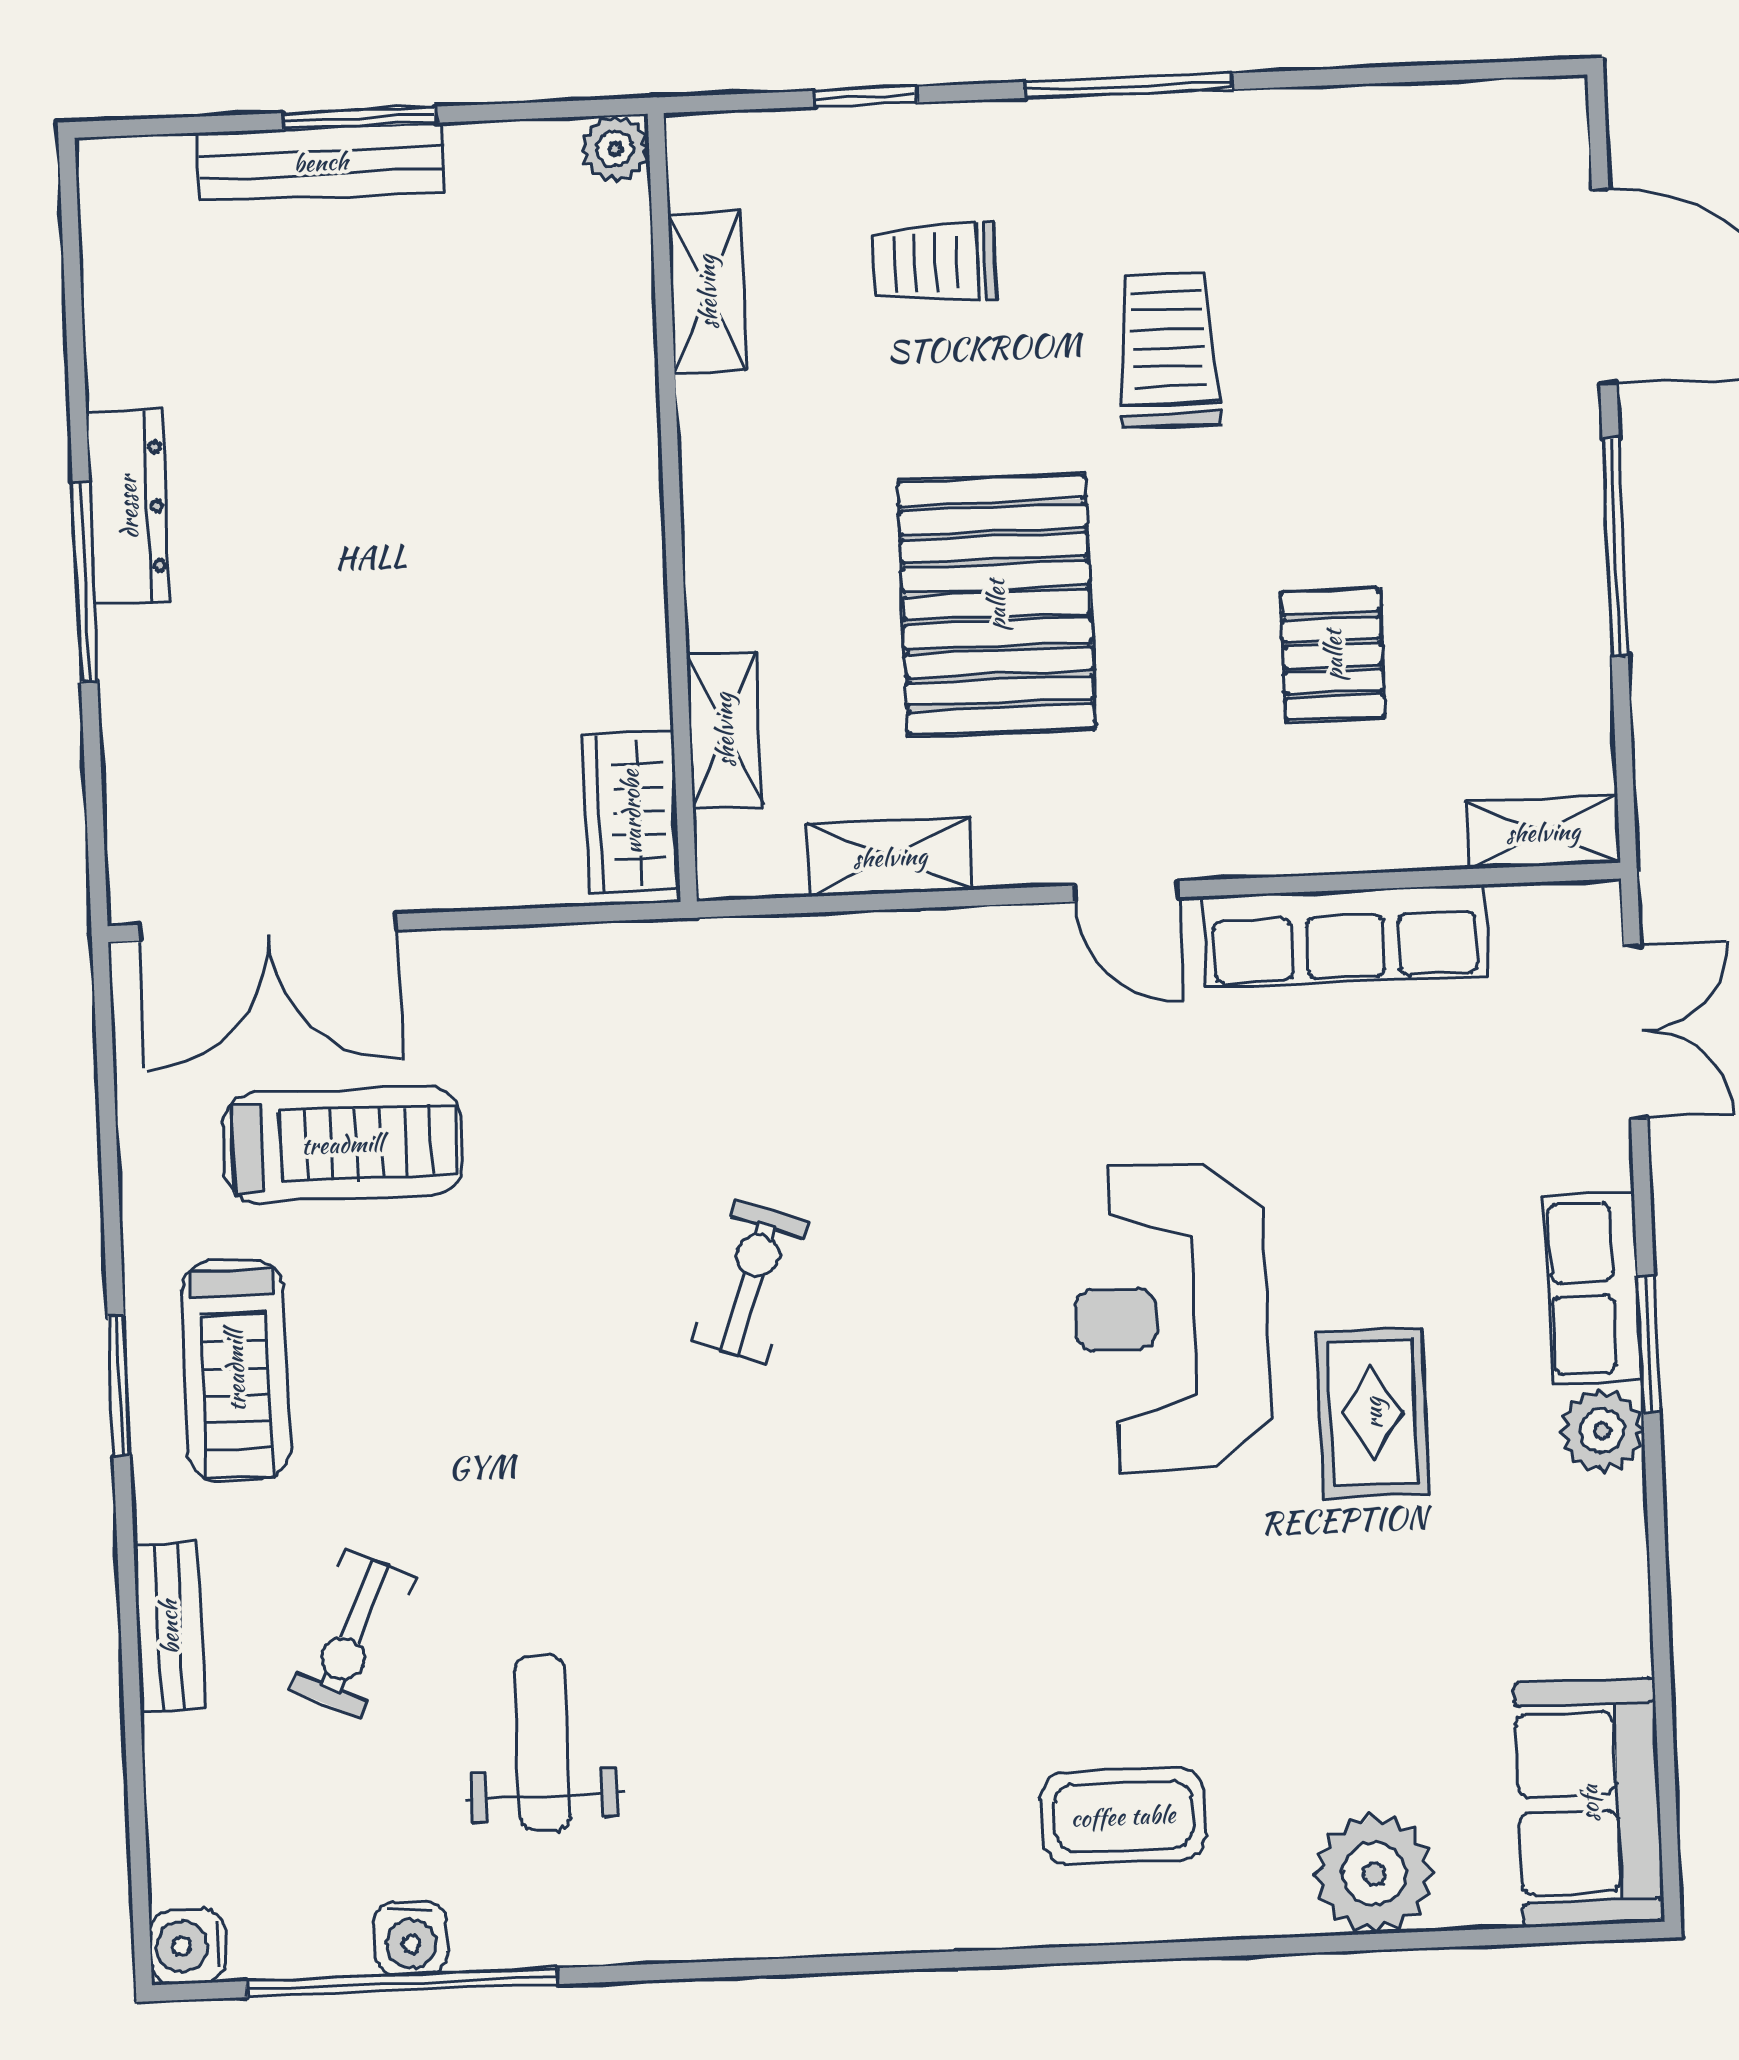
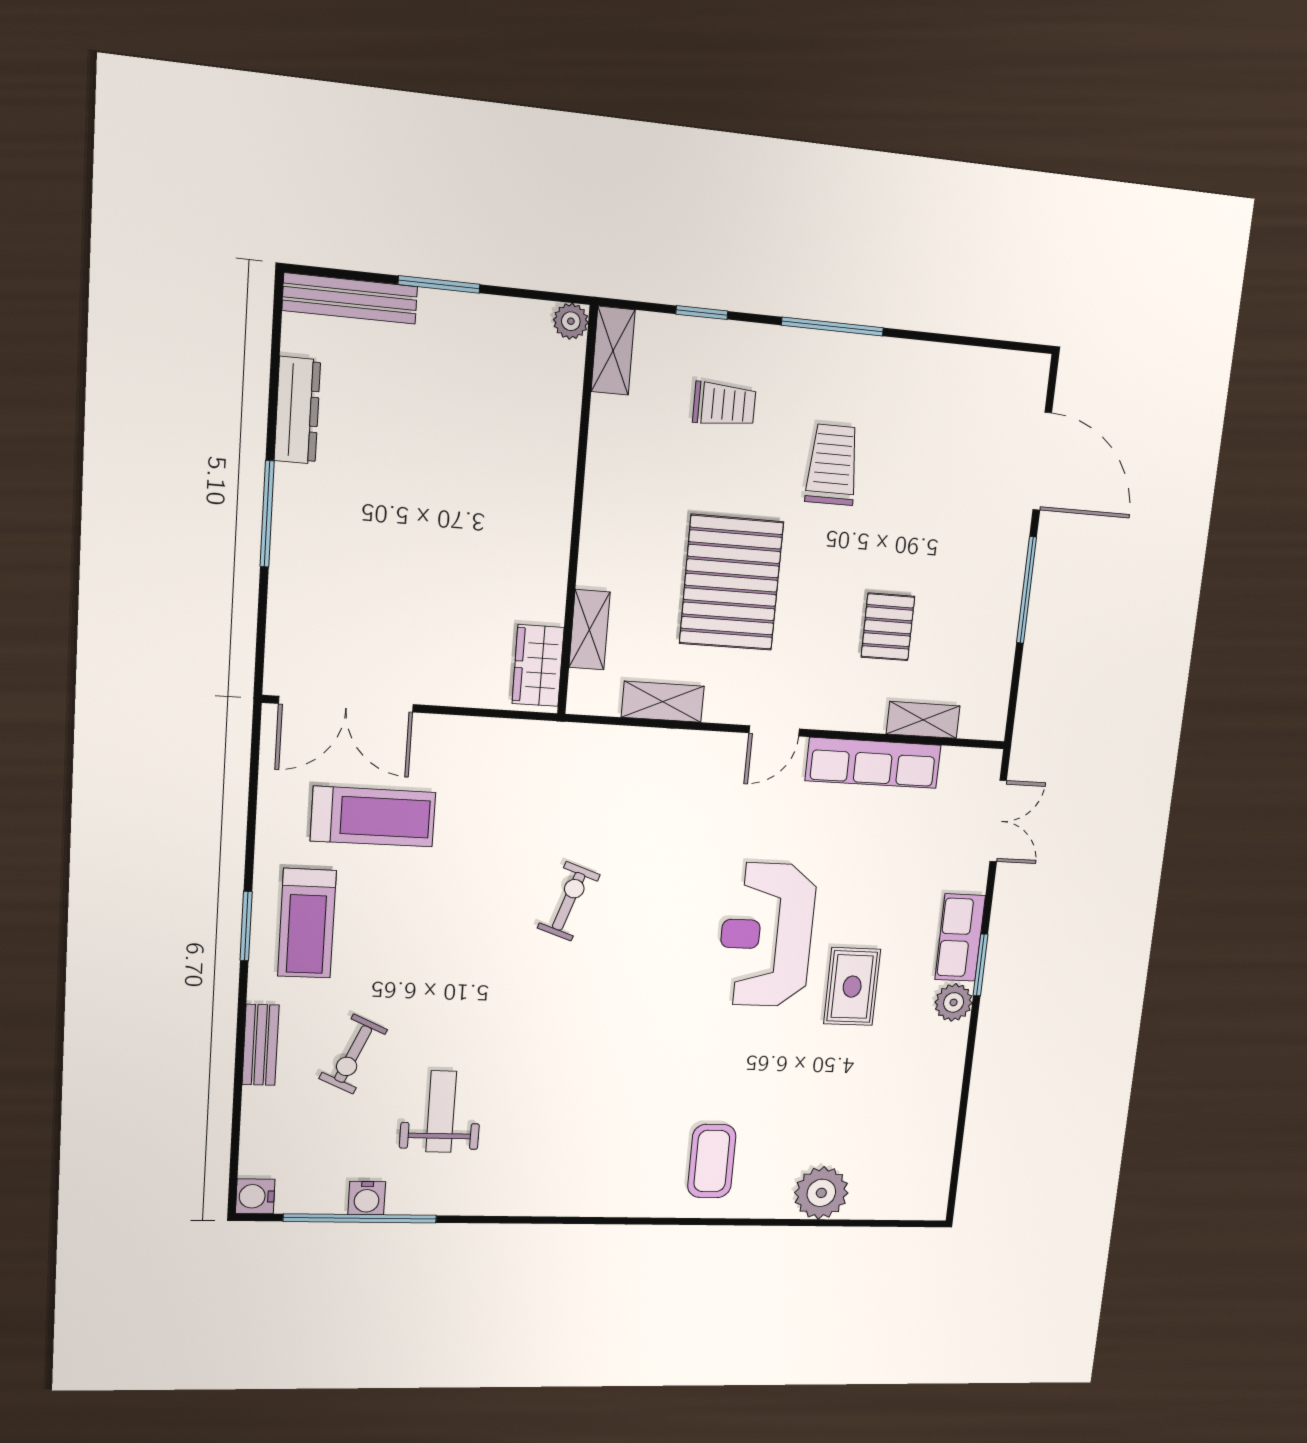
bench: (321, 162) -> (350, 298), moved
trolley: (934, 263) -> (724, 405), turned 180
shelving: (707, 292) -> (613, 351), moved
dresser: (128, 507) -> (297, 410), moved
shelving: (1543, 832) -> (923, 720), moved
door: (1127, 891) -> (774, 731), hinge flipped
sofa: (1589, 1803) -> (921, 1167), removed
coffee table: (1123, 1816) -> (712, 1161), turned 90

